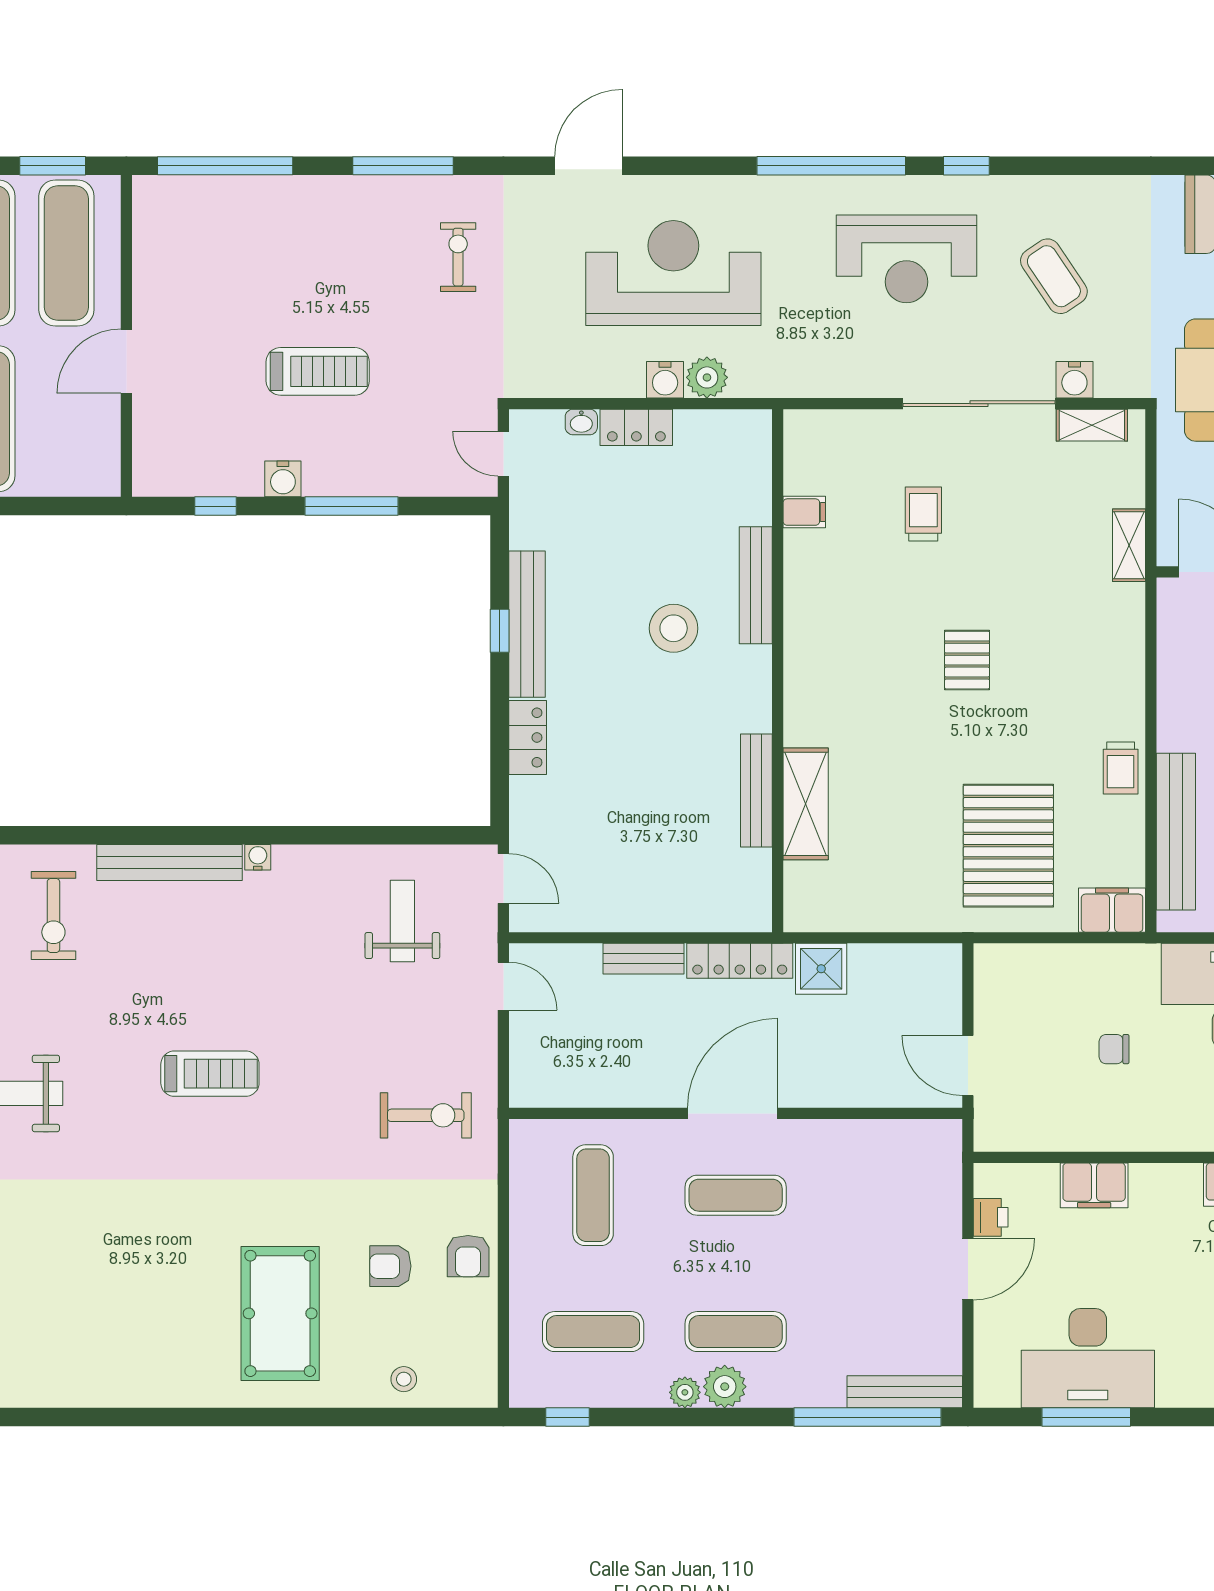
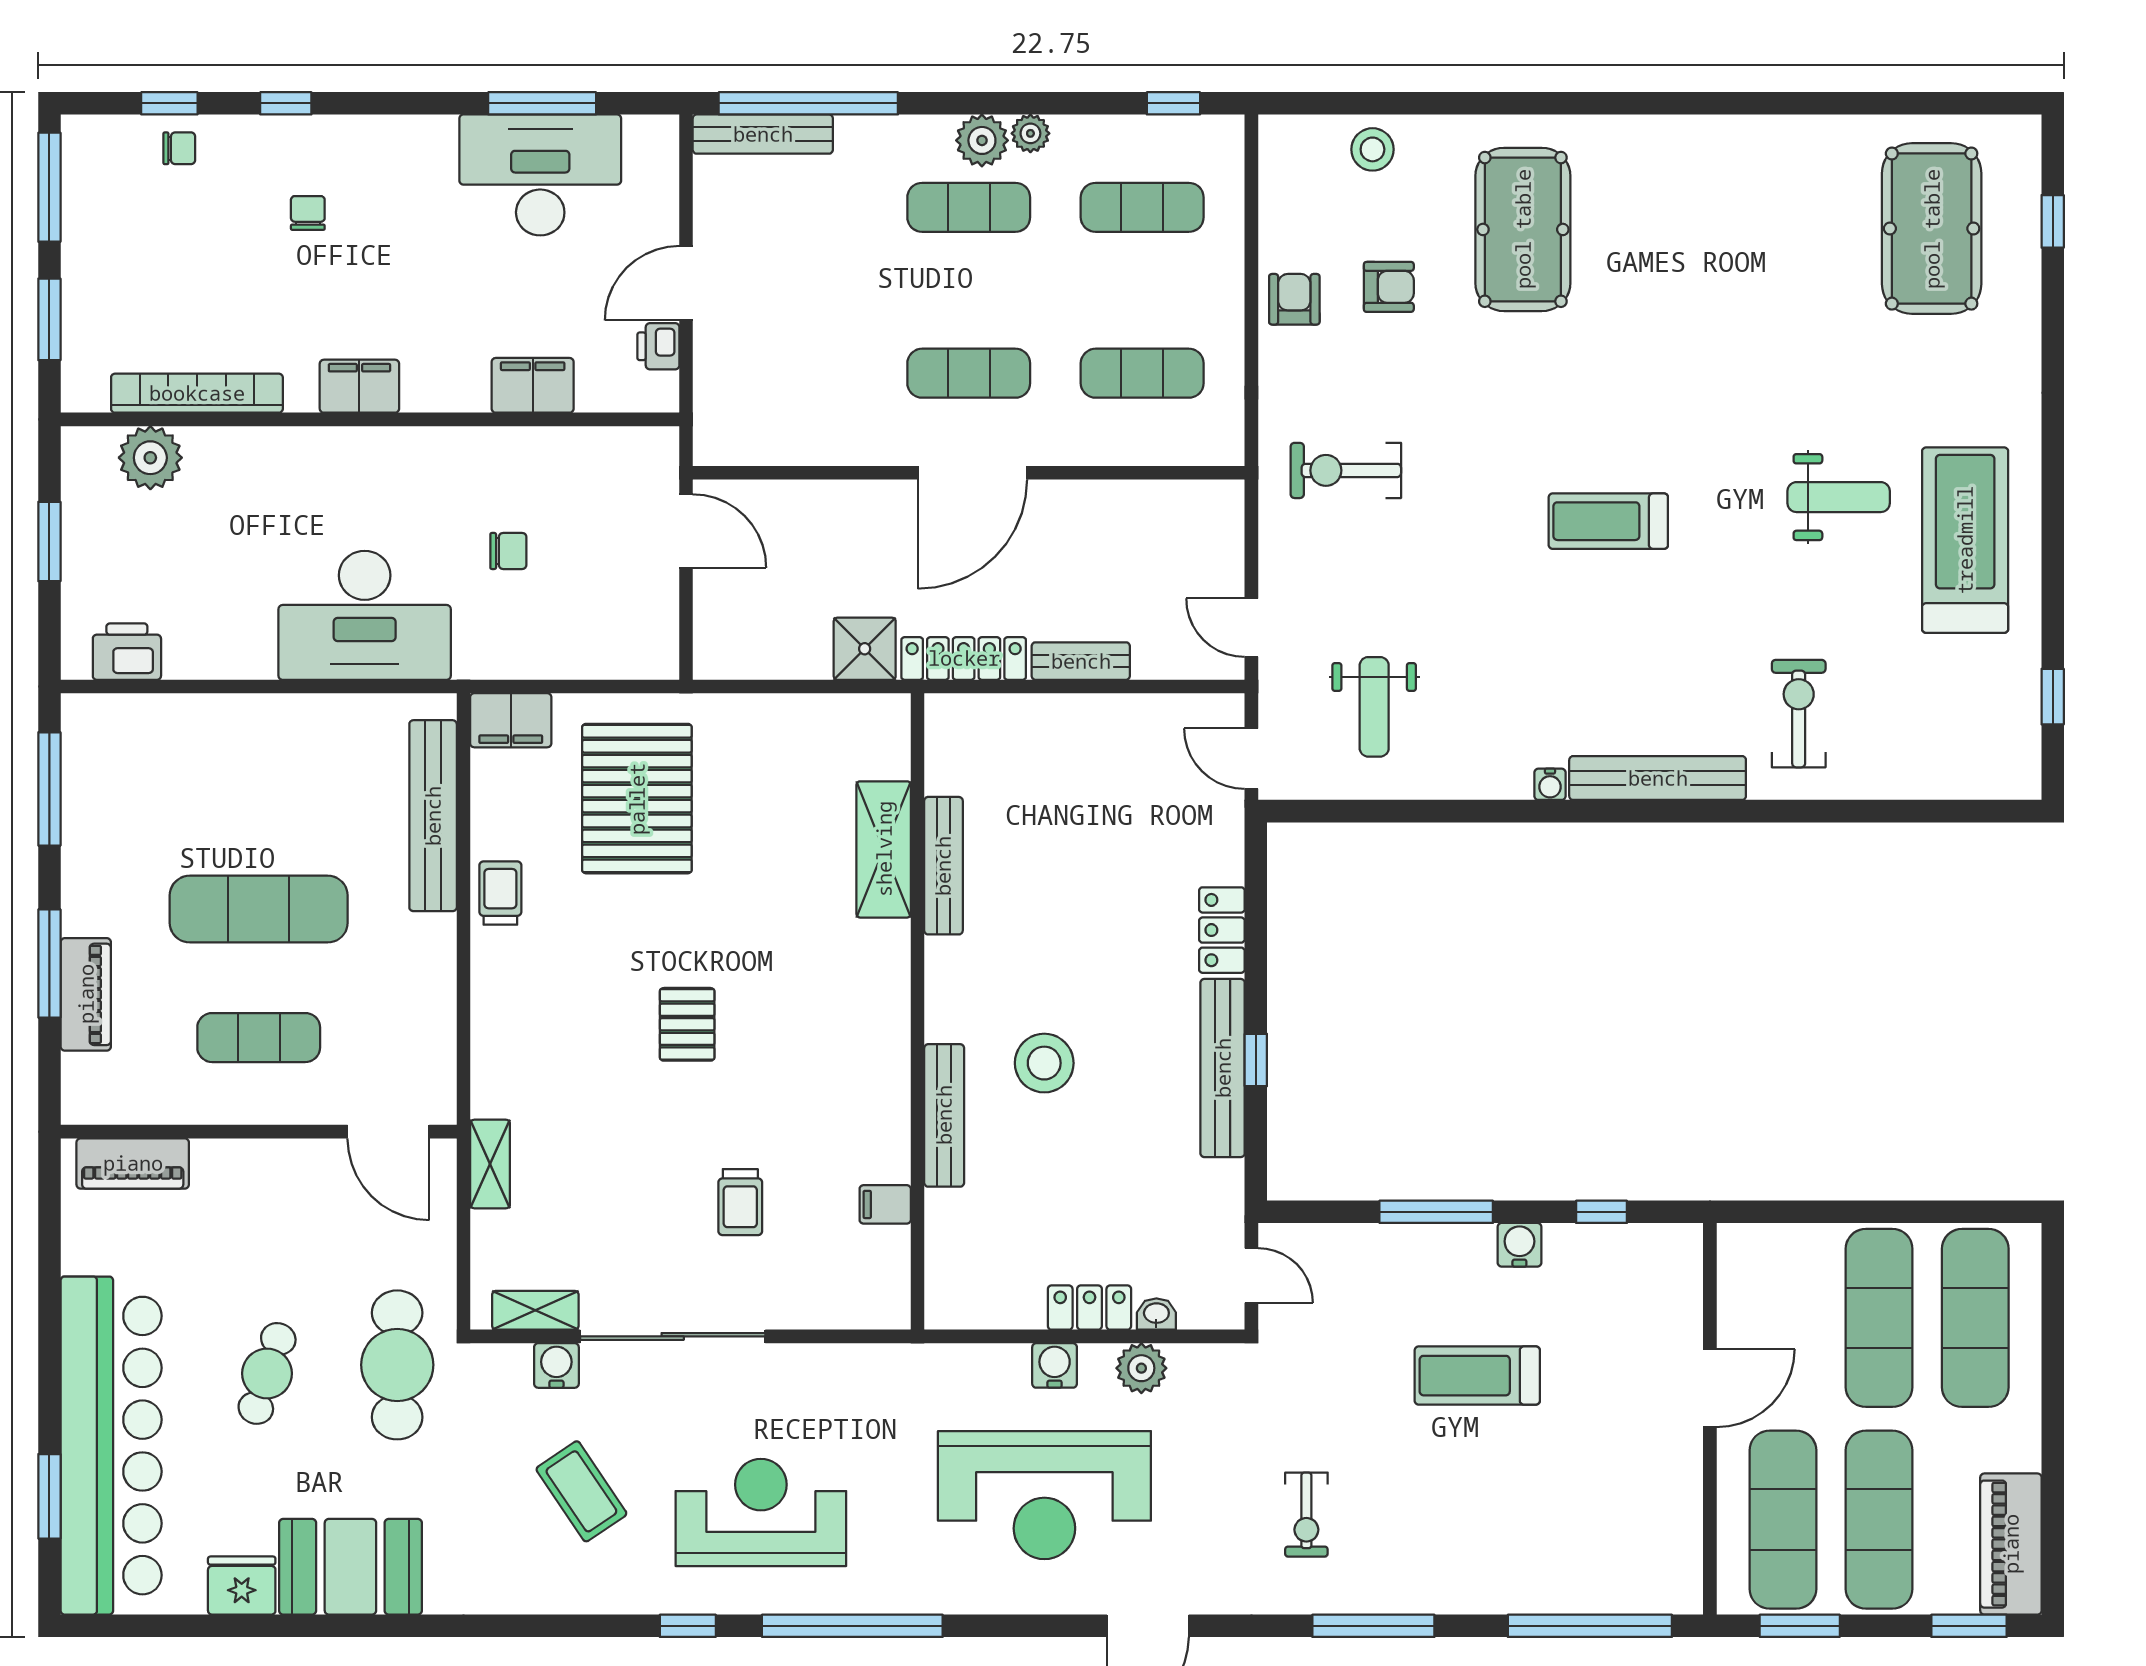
plant: (707, 377) -> (1141, 1368), moved
exercise mat: (593, 1195) -> (1142, 373), turned 90
stool: (404, 1379) -> (1372, 149), width x1.37, depth x1.37

